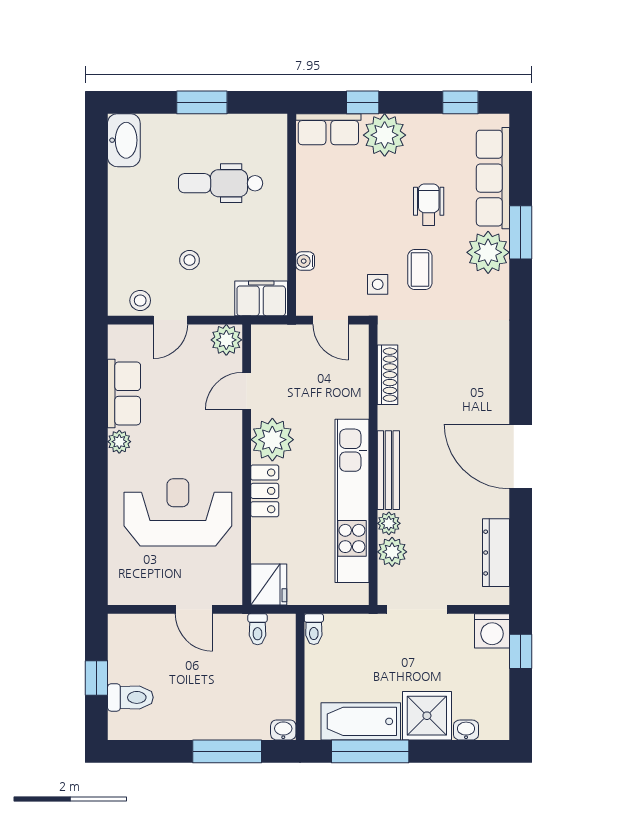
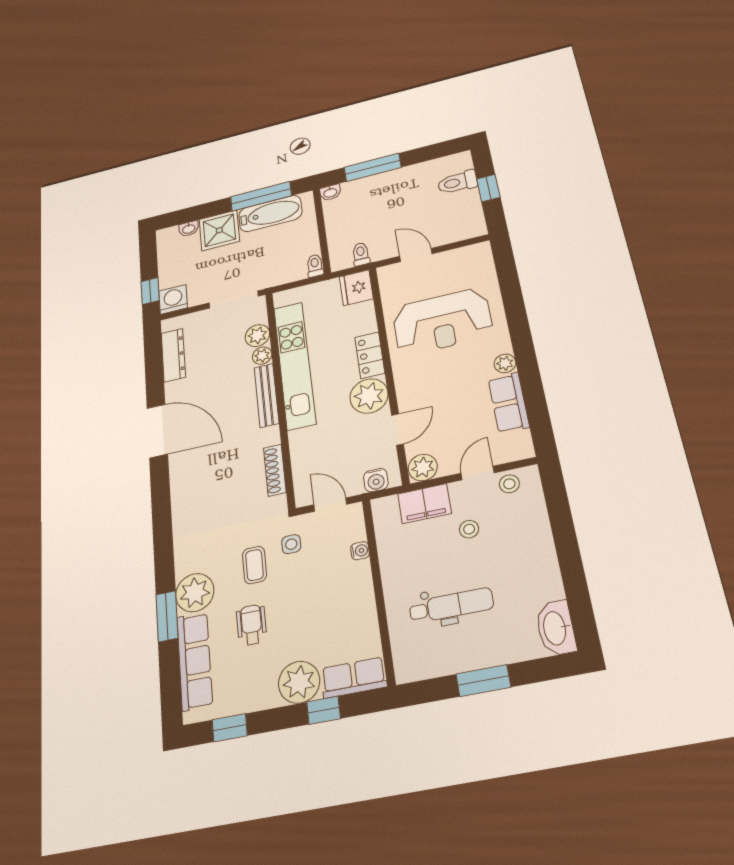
wheelchair: (429, 205) -> (252, 625), turned 180
filing cabinet: (261, 298) -> (424, 504), moved
water cooler: (278, 337) -> (376, 480), added

